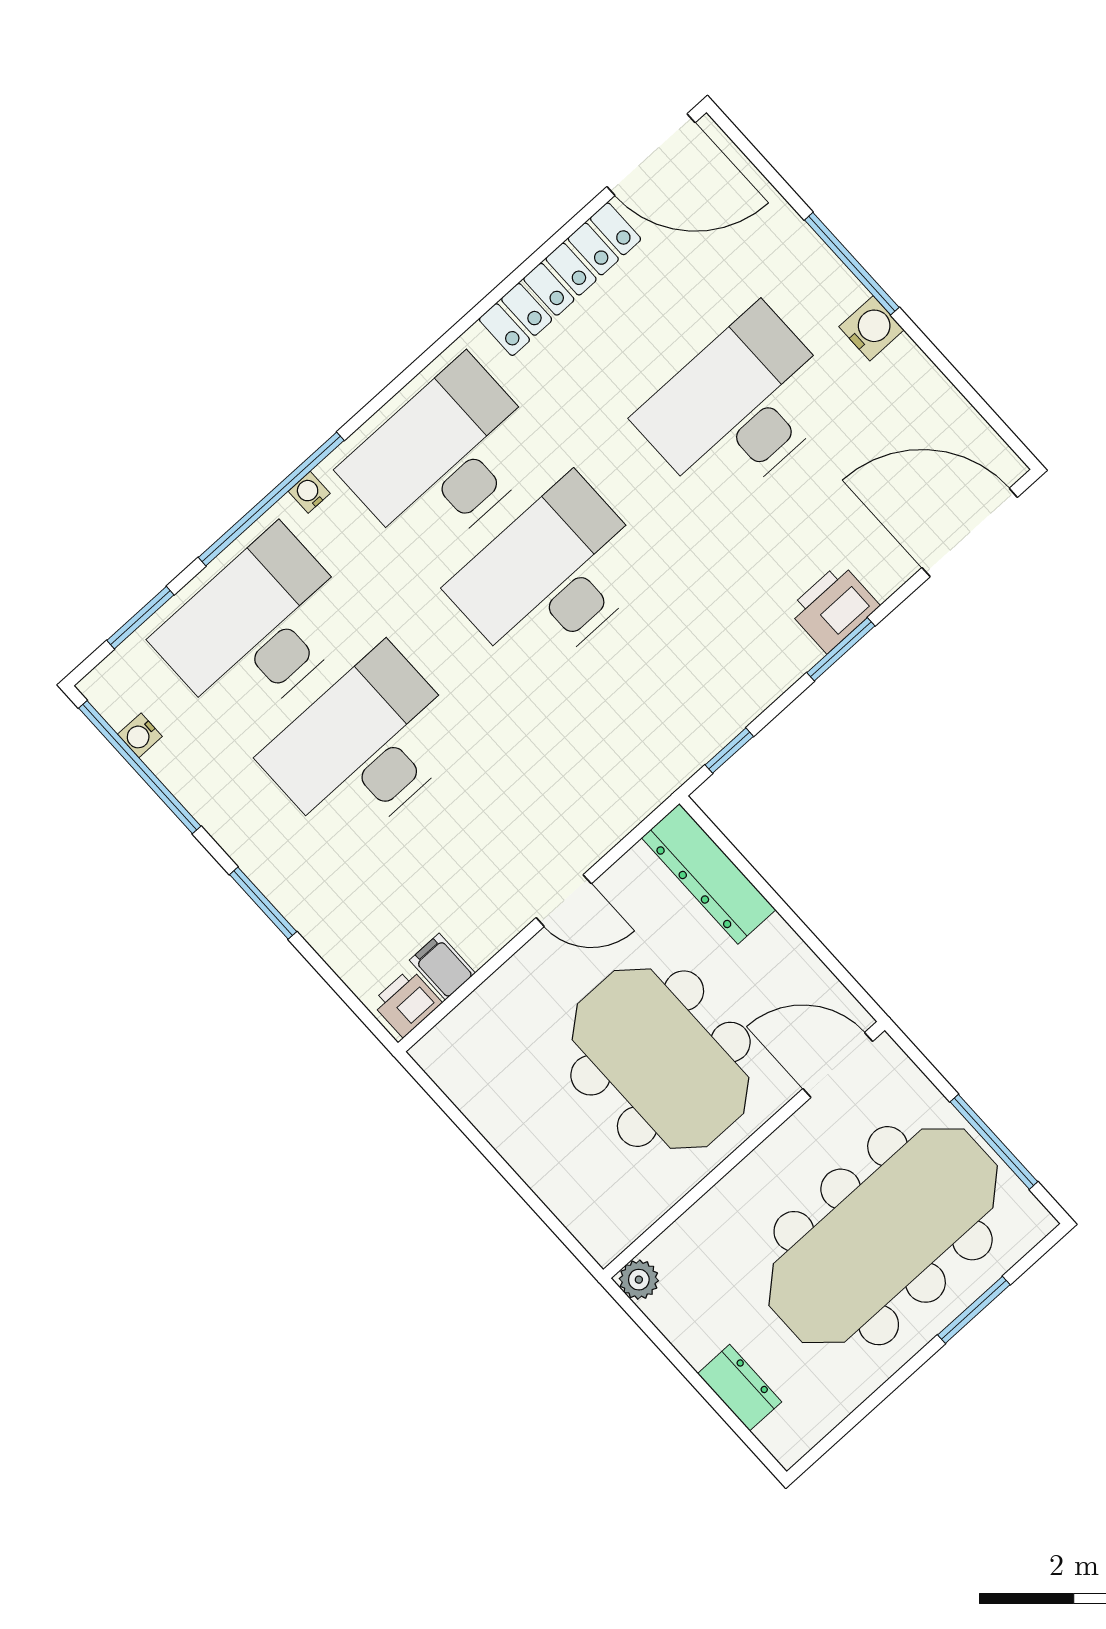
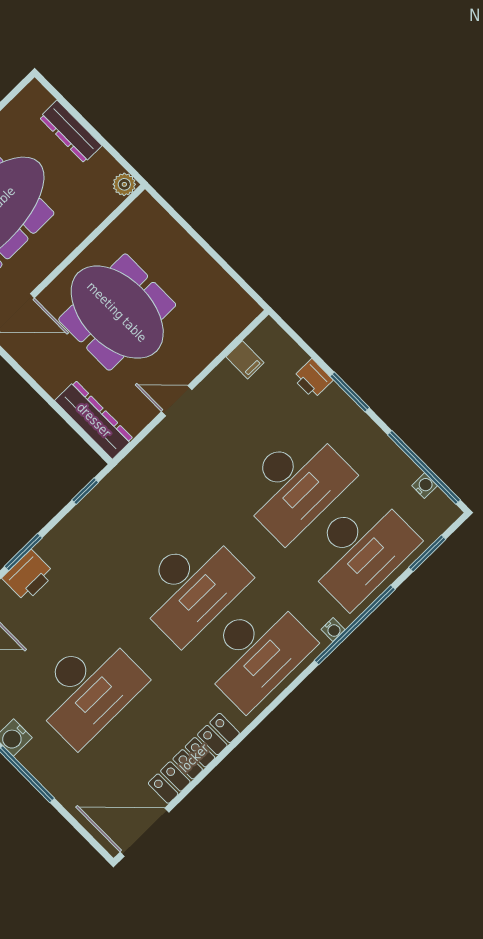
printer: (407, 1003) -> (313, 379), moved, turned 90
dresser: (740, 1388) -> (71, 132), width x1.44

